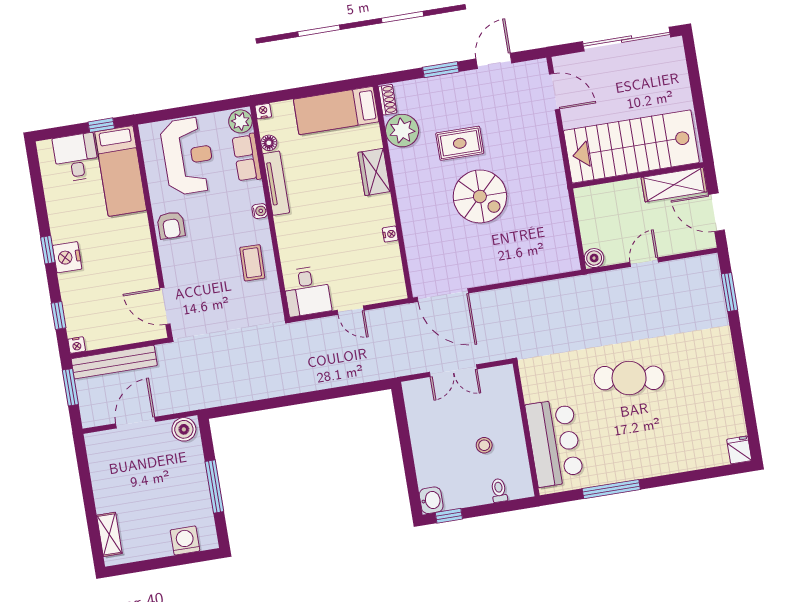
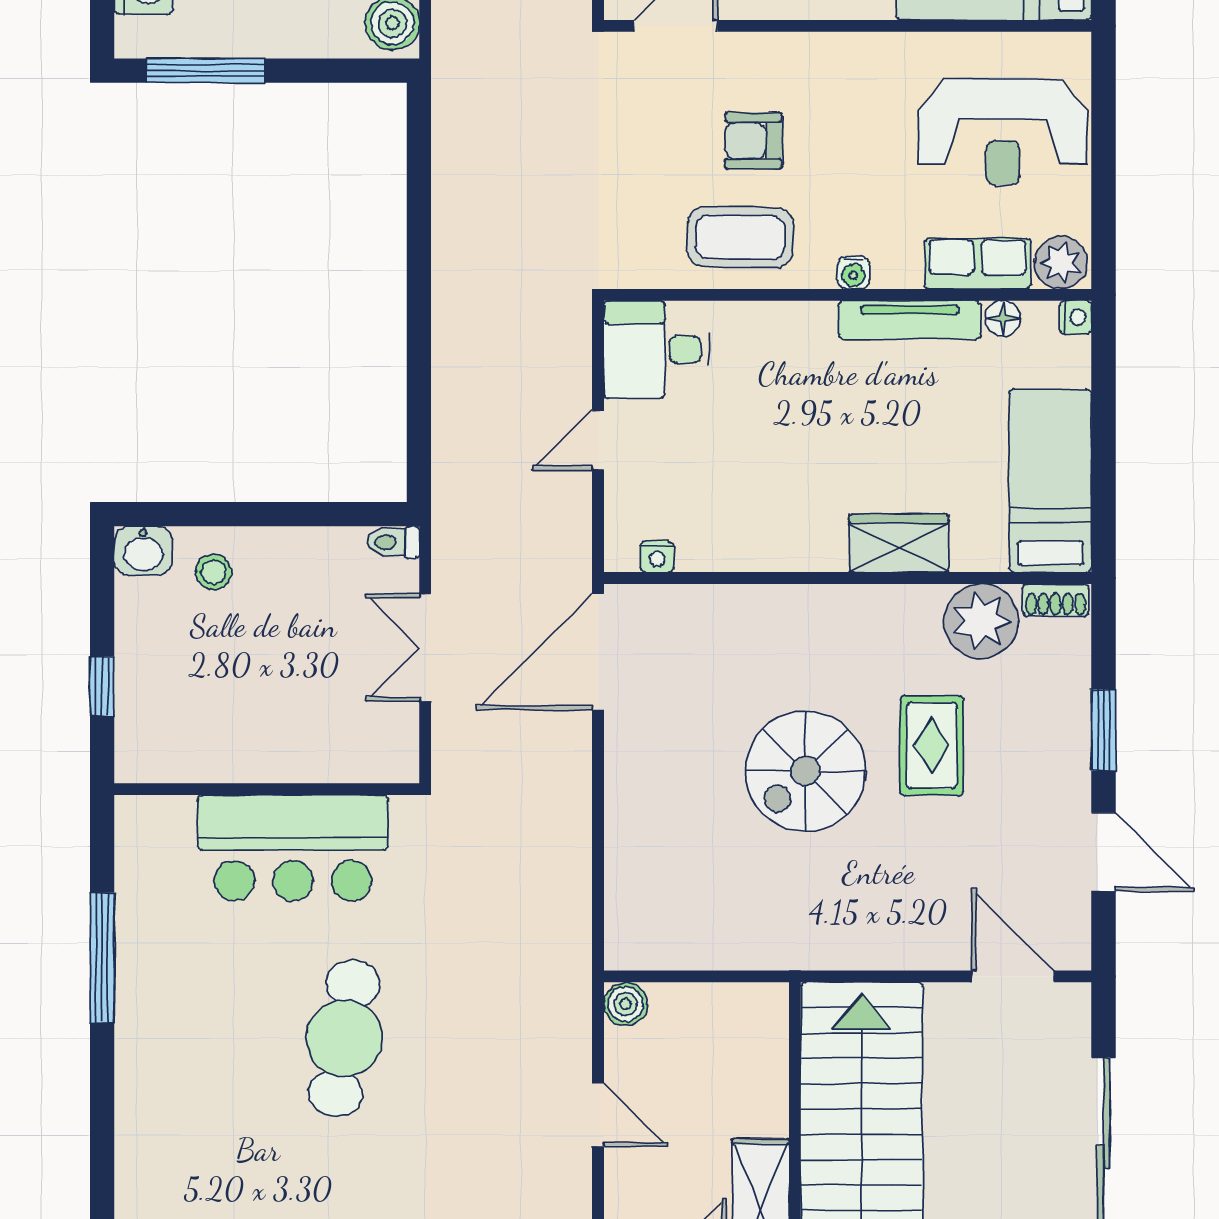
door: (554, 92) -> (1013, 976), swing flipped
armchair: (171, 225) -> (753, 141), moved
nightstand: (390, 234) -> (657, 557), moved
coffee table: (252, 263) -> (740, 237), width x1.36, depth x1.30
bar counter: (555, 443) -> (293, 848), moved
stool: (484, 445) -> (214, 572), moved
window: (214, 486) -> (206, 71), moved
toilet: (499, 490) -> (393, 542), moved, turned 180
window: (449, 516) -> (102, 686), moved

